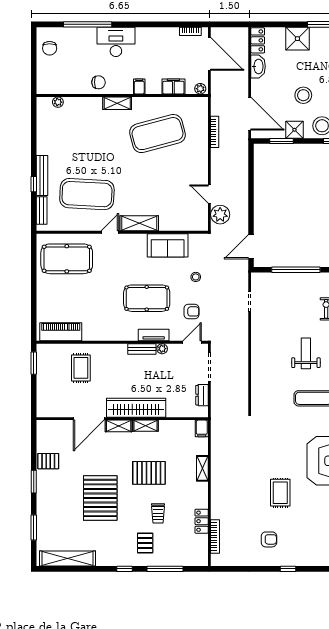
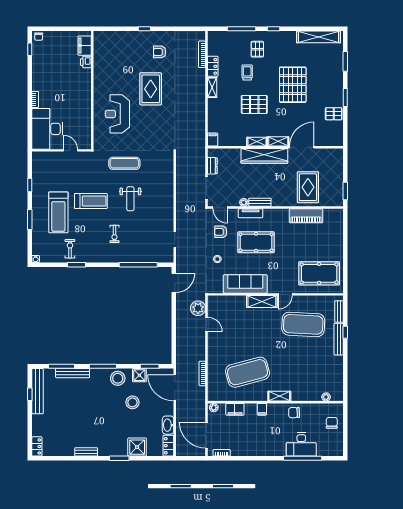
desk: (116, 42) -> (301, 445), moved
chair: (50, 48) -> (332, 423), moved
sofa: (168, 245) -> (245, 284), width x1.36
piano: (61, 332) -> (306, 216), moved
door: (192, 342) -> (220, 208), hinge flipped
rug: (81, 368) -> (308, 187), width x1.36, depth x1.43
shelving: (202, 468) -> (212, 87), moved
rug: (280, 493) -> (151, 89), width x1.36, depth x1.43

